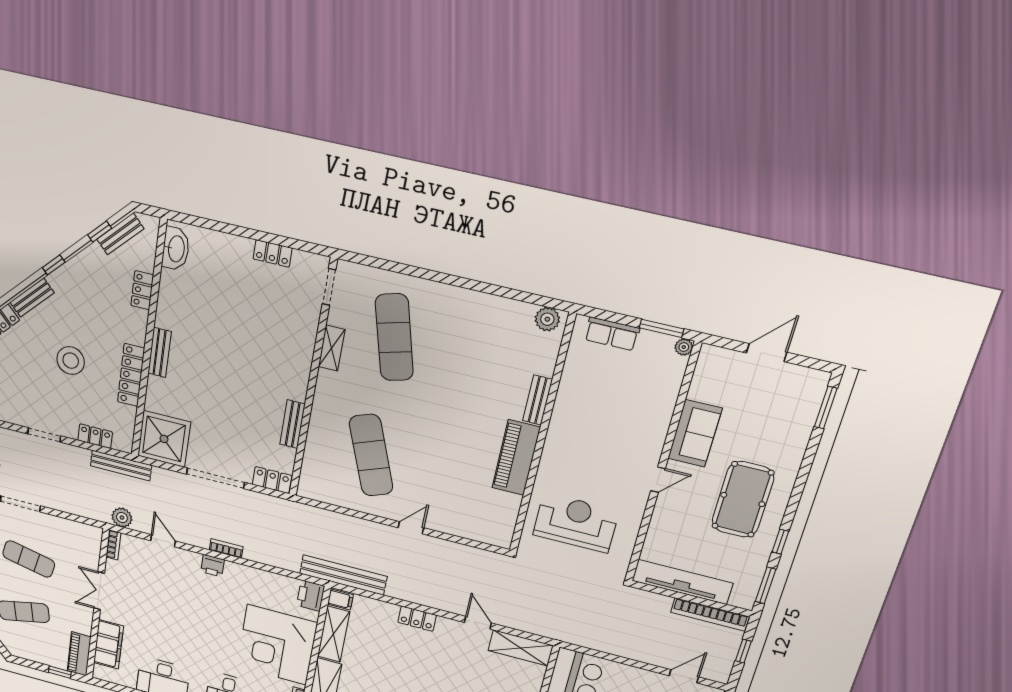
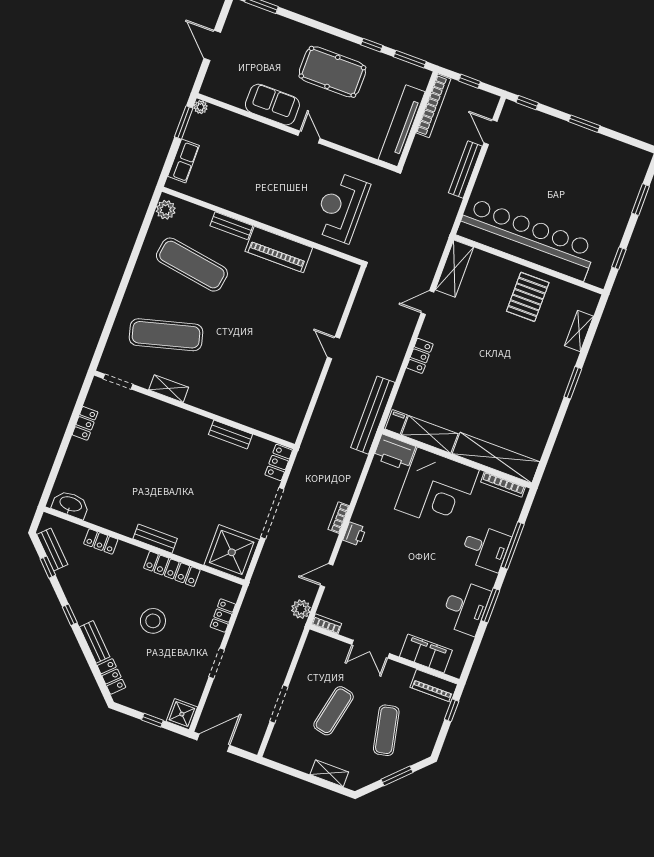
exercise mat: (371, 455) -> (192, 265), moved, turned 30
bench: (121, 465) -> (465, 169), moved
printer: (311, 596) -> (394, 452), width x1.37, depth x1.19

